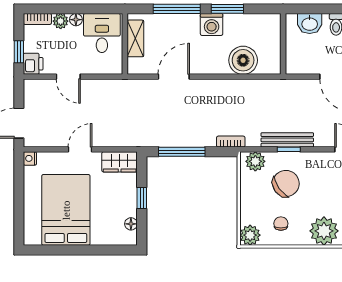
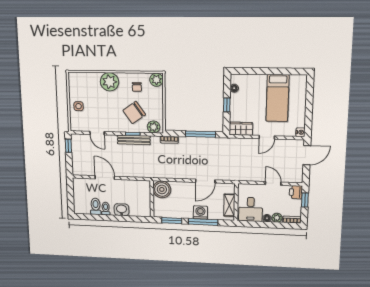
washing machine: (212, 24) -> (200, 212), moved
wall: (283, 44) -> (152, 199), moved
bed: (66, 210) -> (277, 98), width x0.67

